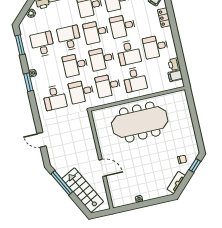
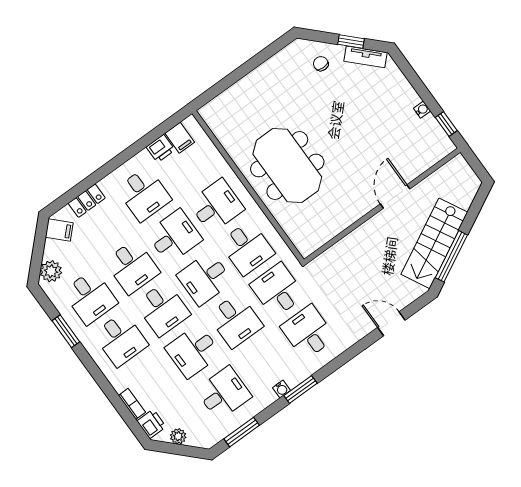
desk: (42, 44) -> (224, 393), turned 180
desk: (102, 59) -> (205, 278), turned 90
desk: (81, 92) -> (277, 290), turned 180
desk: (55, 98) -> (308, 332), turned -90
meeting table: (140, 122) -> (287, 165), width x0.73
door: (42, 140) -> (391, 324), swing flipped
window: (195, 166) -> (351, 42), moved
stairs: (83, 190) -> (434, 243), moved
window: (127, 208) -> (446, 124), added

